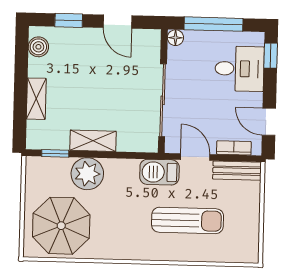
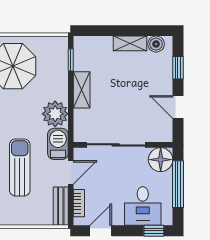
door: (118, 22) -> (178, 107), hinge flipped
floor lamp: (175, 38) -> (161, 160), width x1.89, depth x1.89
shelving: (36, 99) -> (130, 43), moved
plant: (87, 174) -> (55, 114), moved
sun lounger: (188, 220) -> (20, 167), turned 180

